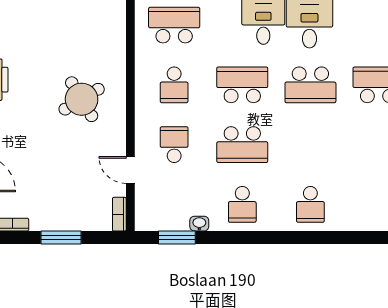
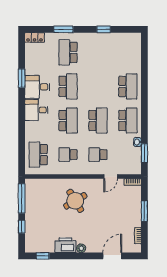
school desk: (174, 85) -> (68, 155), turned 180
school desk: (242, 85) -> (68, 121), turned 180
school desk: (242, 204) -> (128, 121), width x1.85
school desk: (310, 204) -> (128, 86), width x1.85

